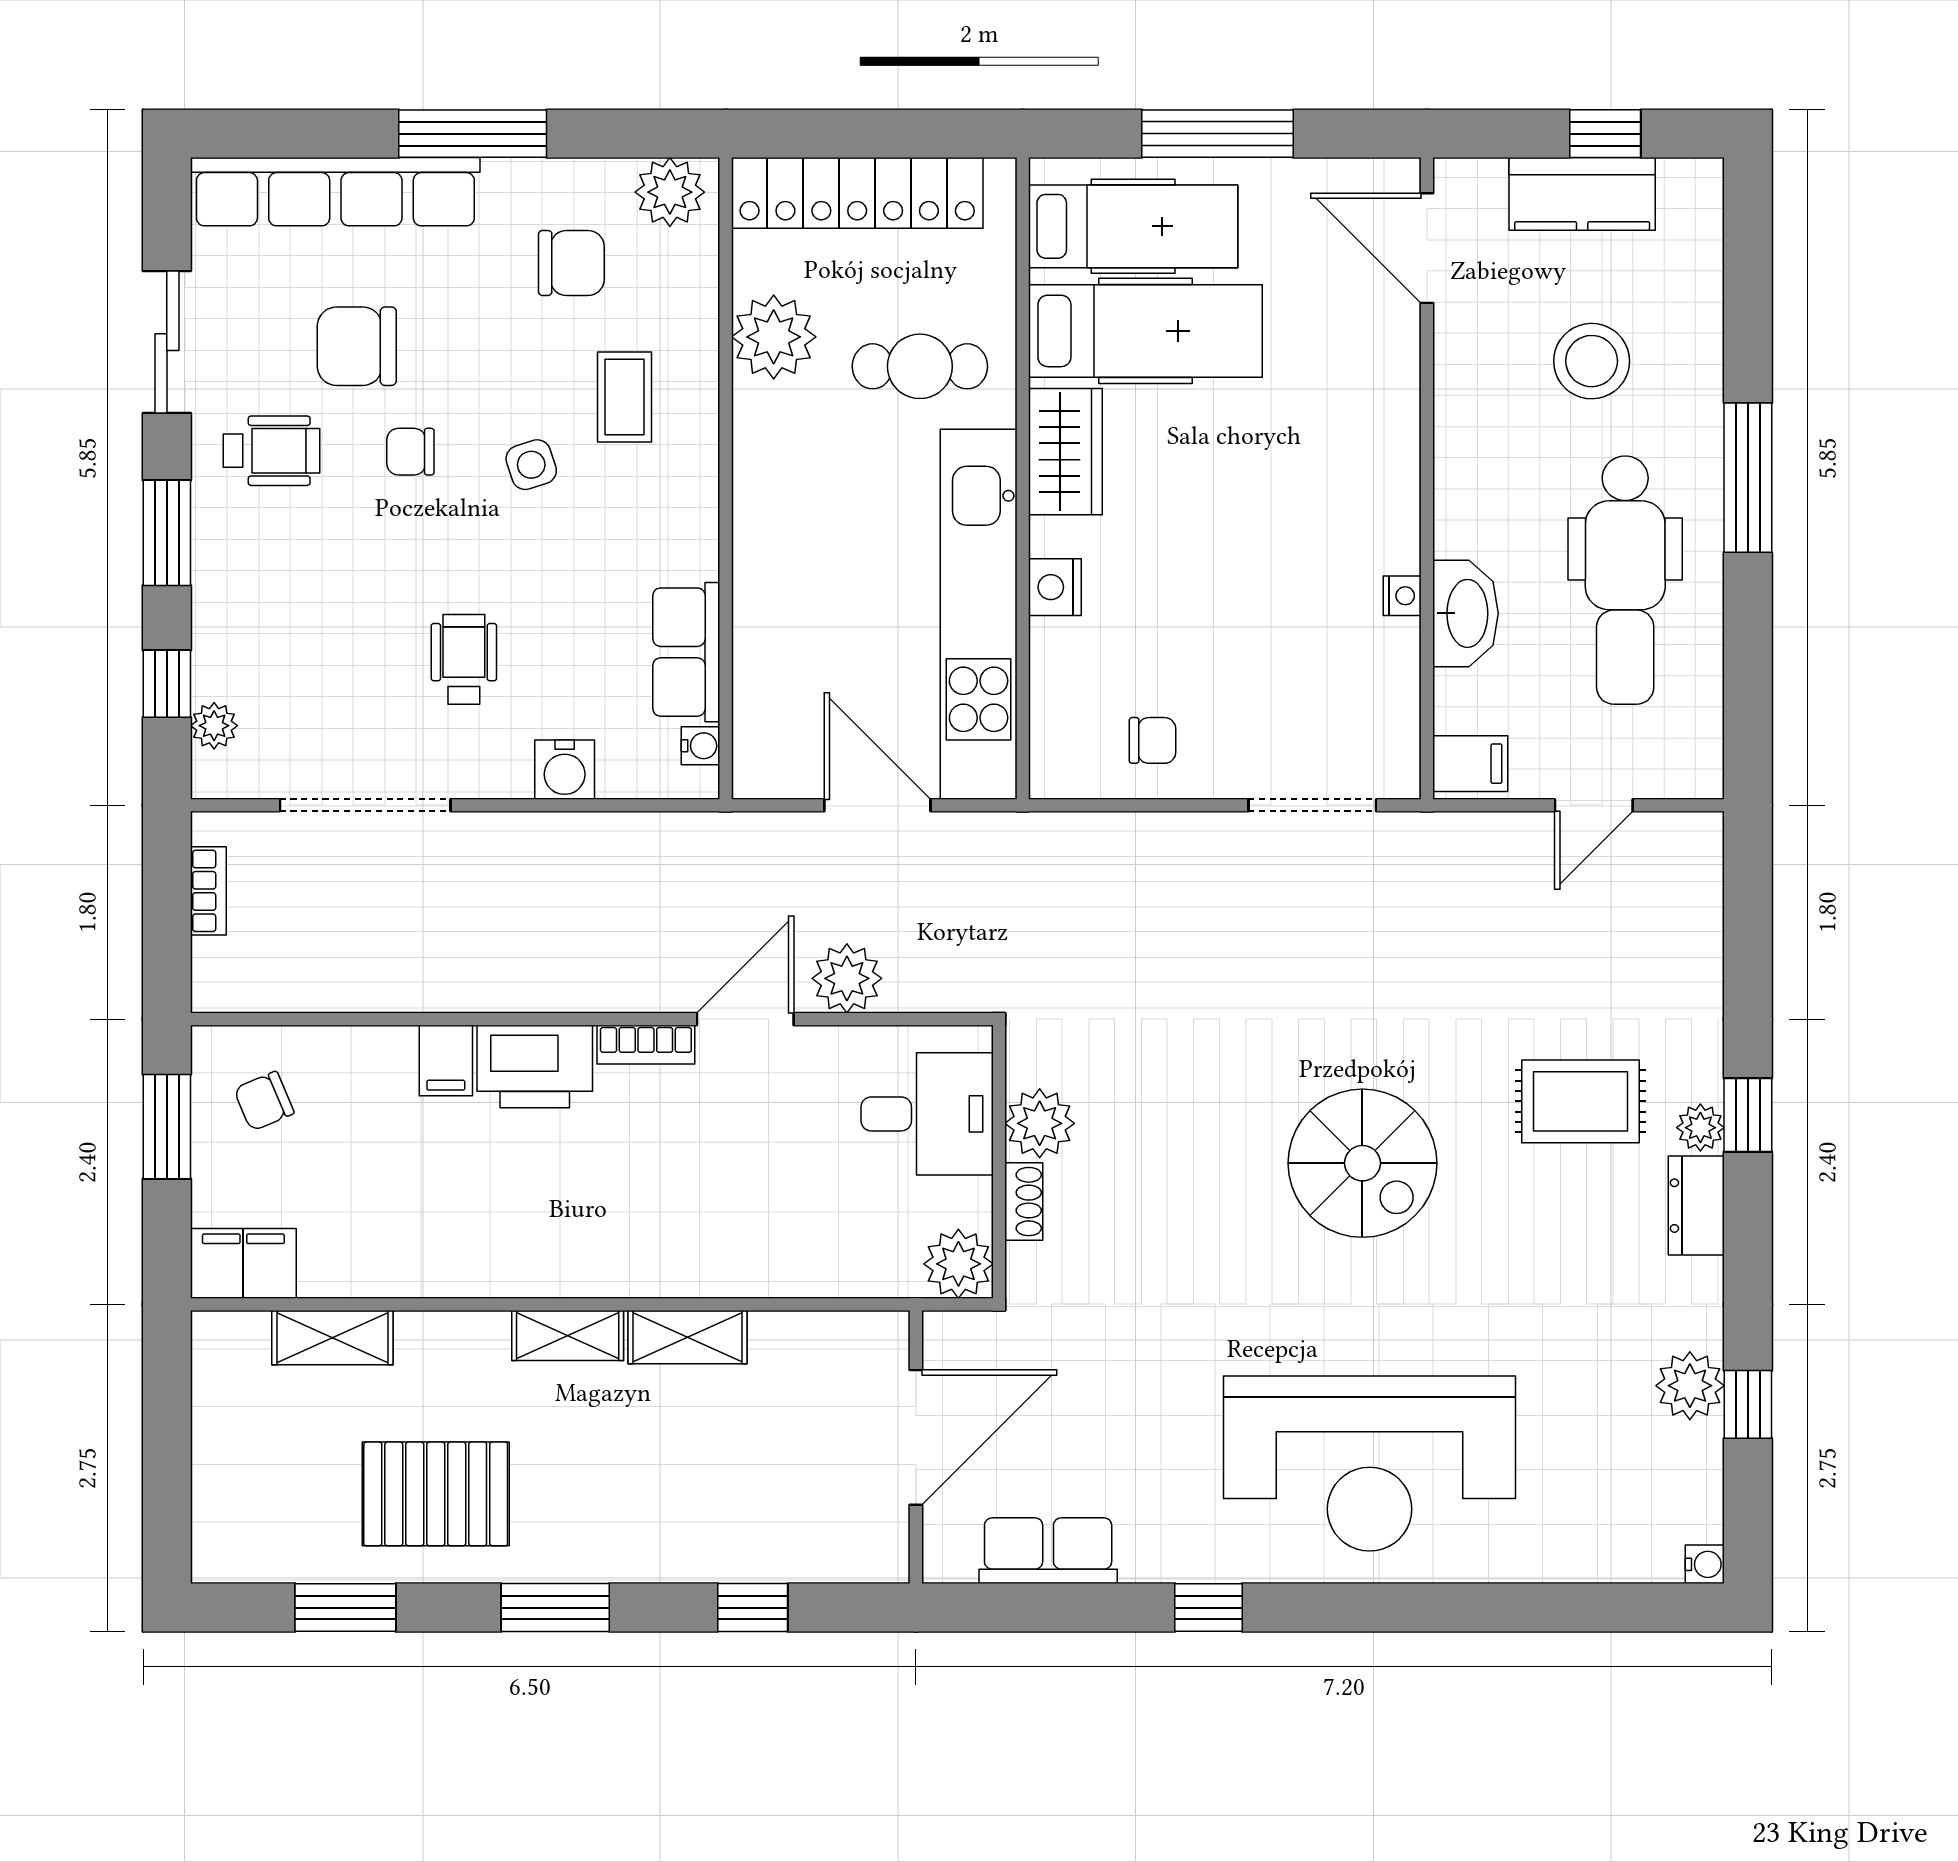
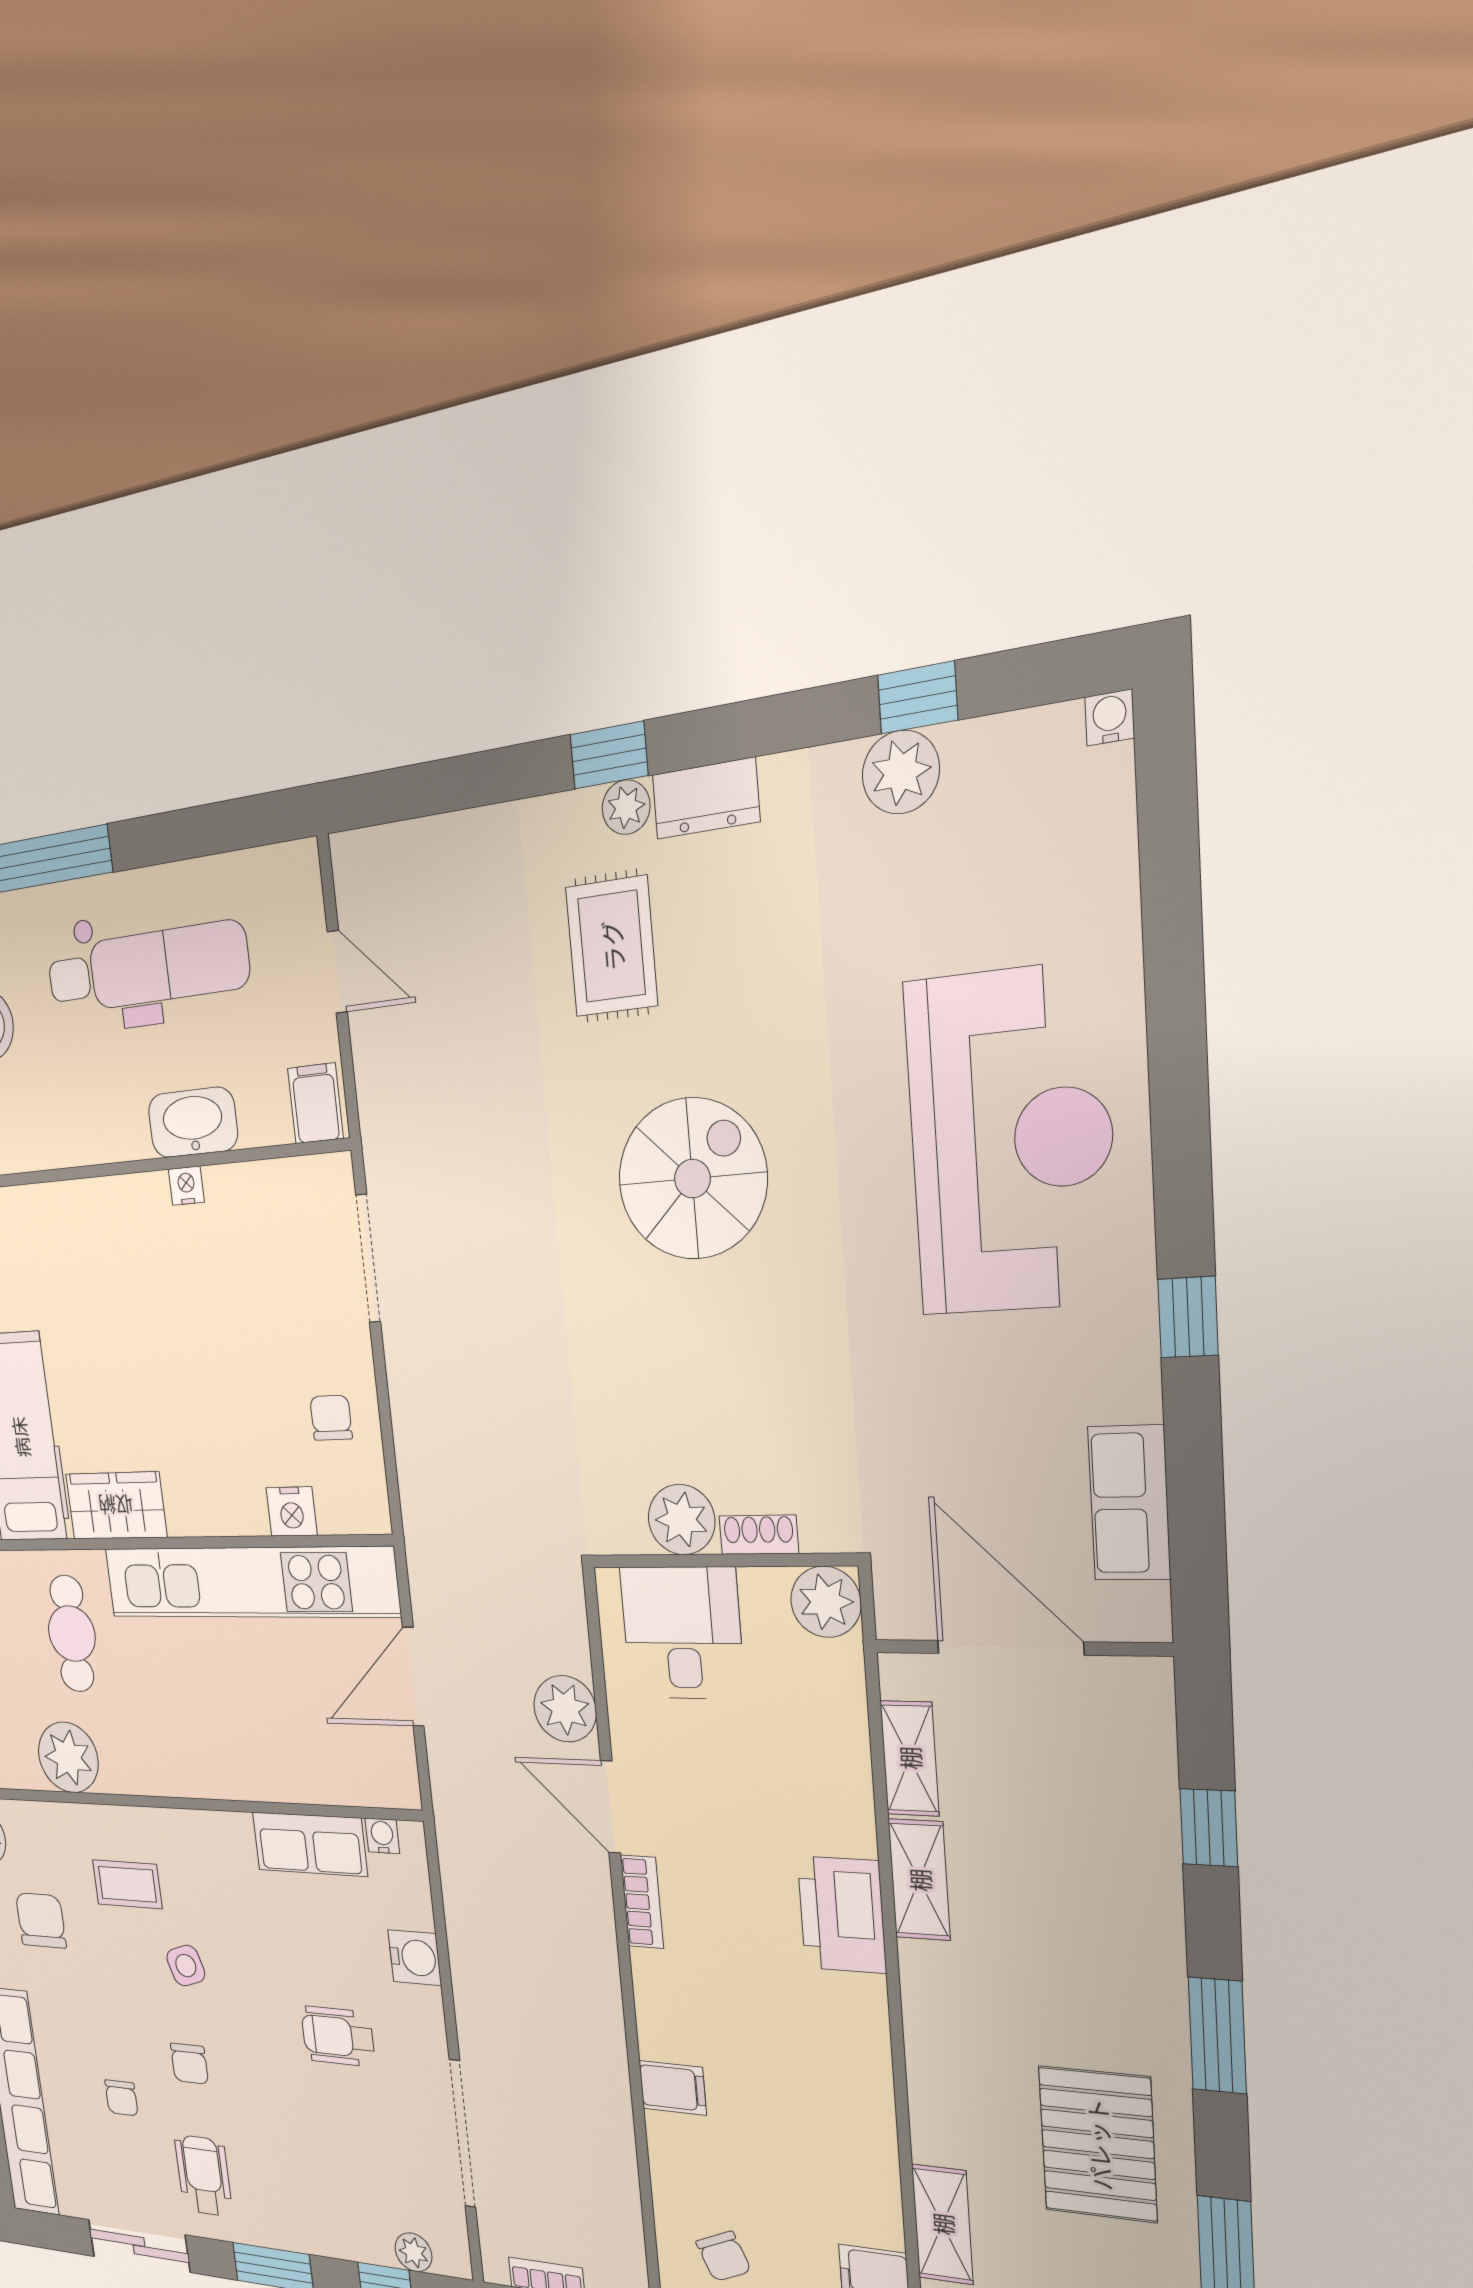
chair: (357, 346) -> (121, 2098), width x0.54, depth x0.54
nightstand: (1055, 587) -> (292, 1512), moved
printer: (535, 1067) -> (842, 1915), moved, turned 180
shelving: (568, 1335) -> (909, 1758), moved

